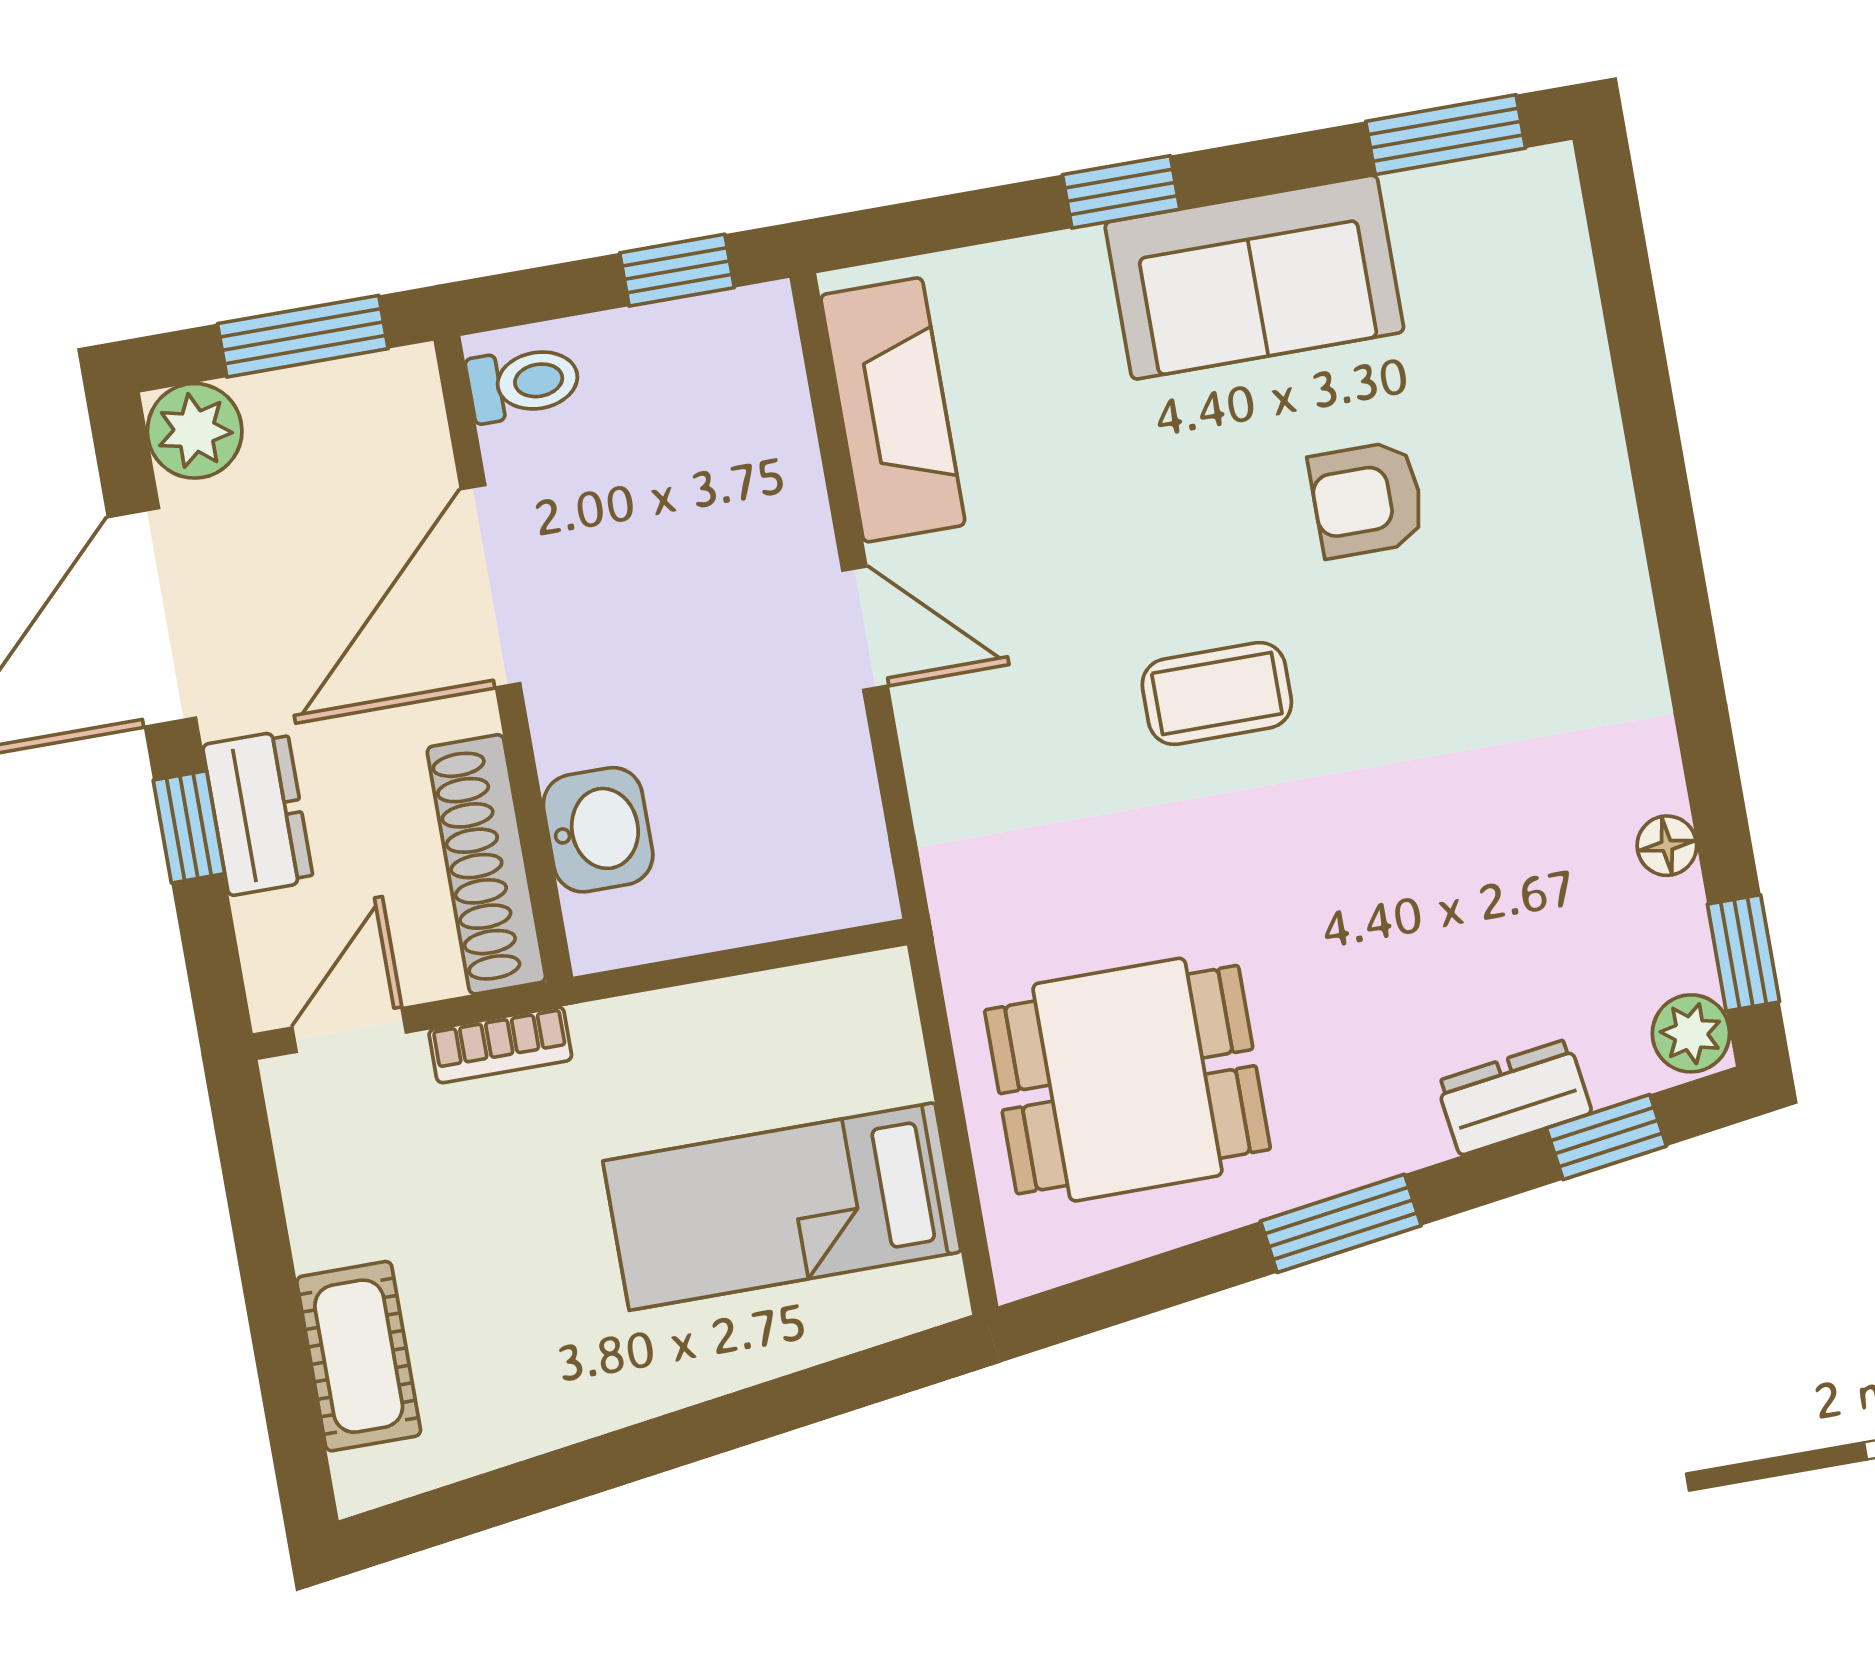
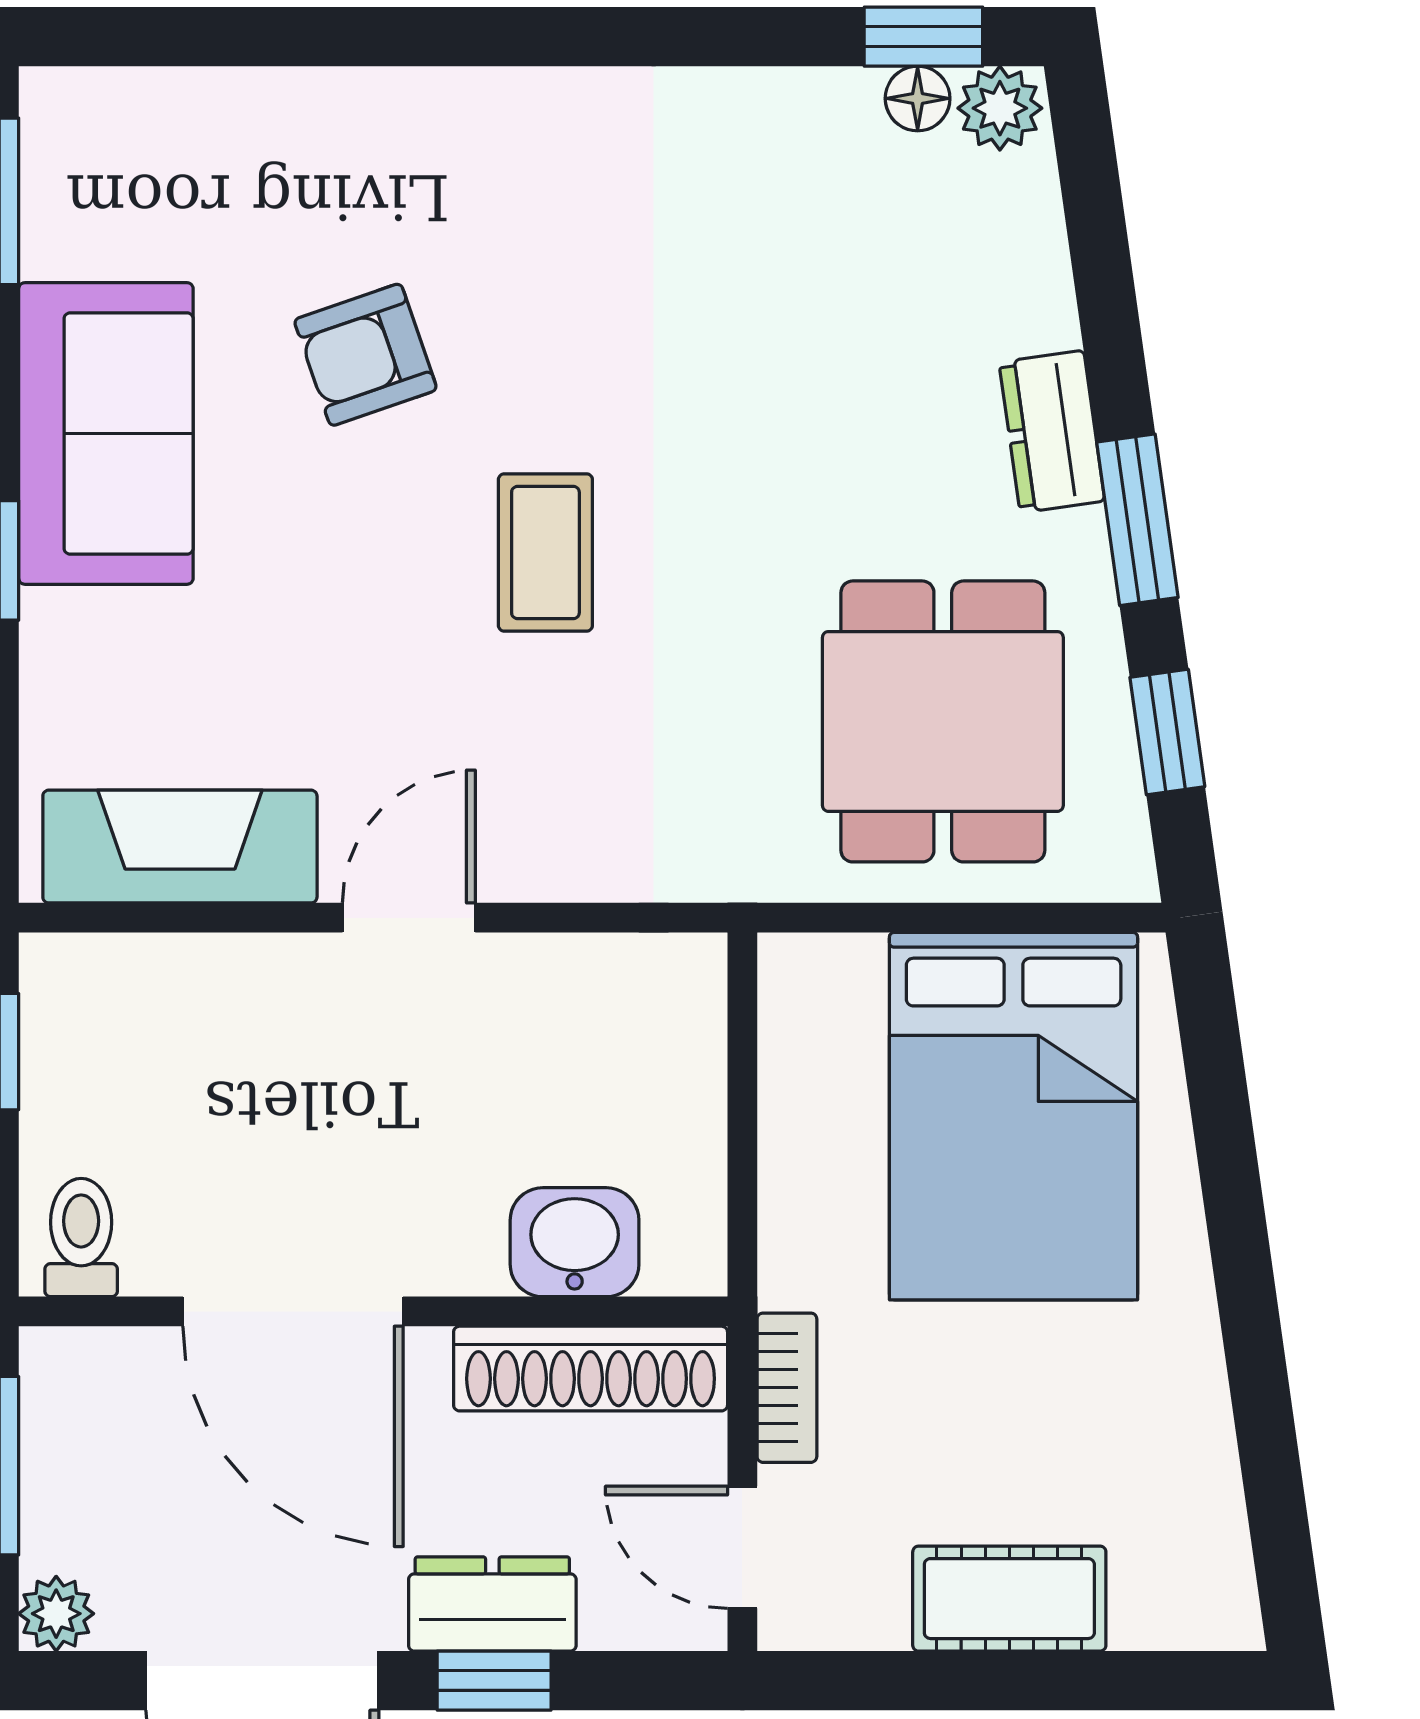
plant: (195, 431) -> (56, 1614), width x0.73, depth x0.73
armchair: (1367, 499) -> (366, 355), turned 71
floor lamp: (1667, 846) -> (918, 98), moved
dresser: (1514, 1097) -> (1052, 432), moved
window: (1606, 1137) -> (1167, 732), moved
bed: (782, 1206) -> (1014, 1116), width x1.50
cot: (359, 1356) -> (1009, 1599), moved

